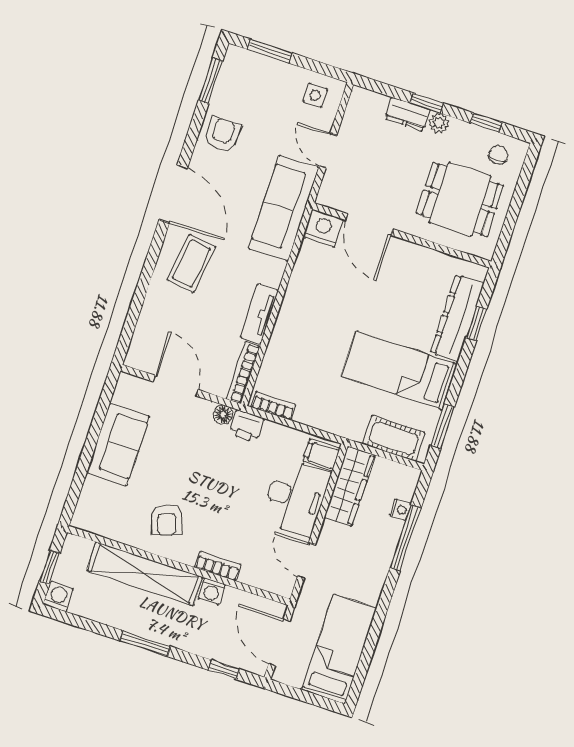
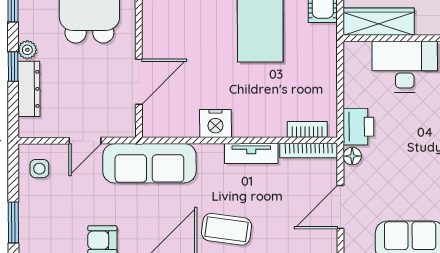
dresser: (407, 114) -> (29, 89), width x1.44
nightstand: (323, 228) -> (215, 123), moved, turned -90
bookcase: (273, 406) -> (307, 129), moved, turned 90
printer: (247, 426) -> (358, 127), width x1.36, depth x1.24
filing cabinet: (321, 455) -> (359, 56), removed

